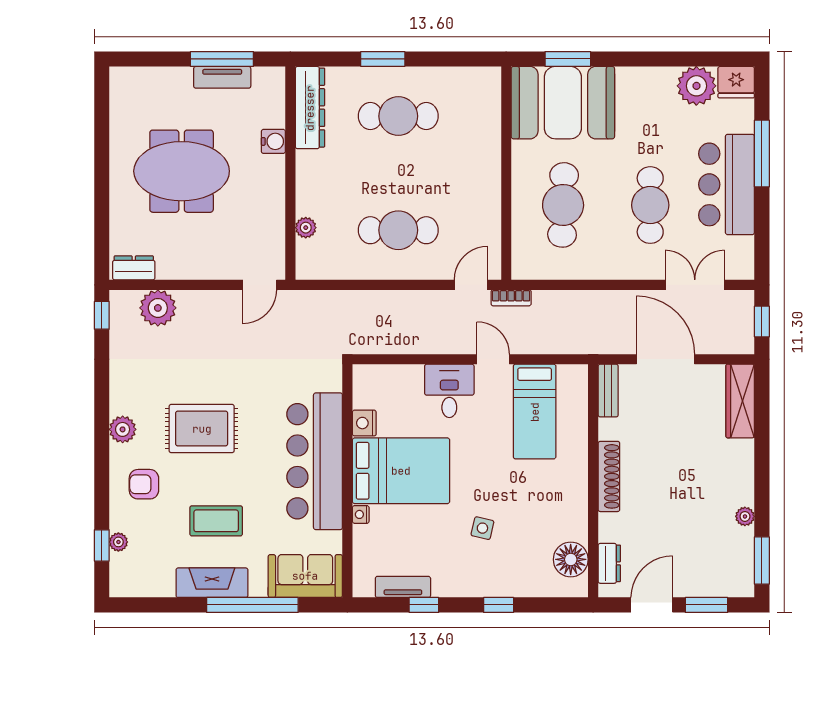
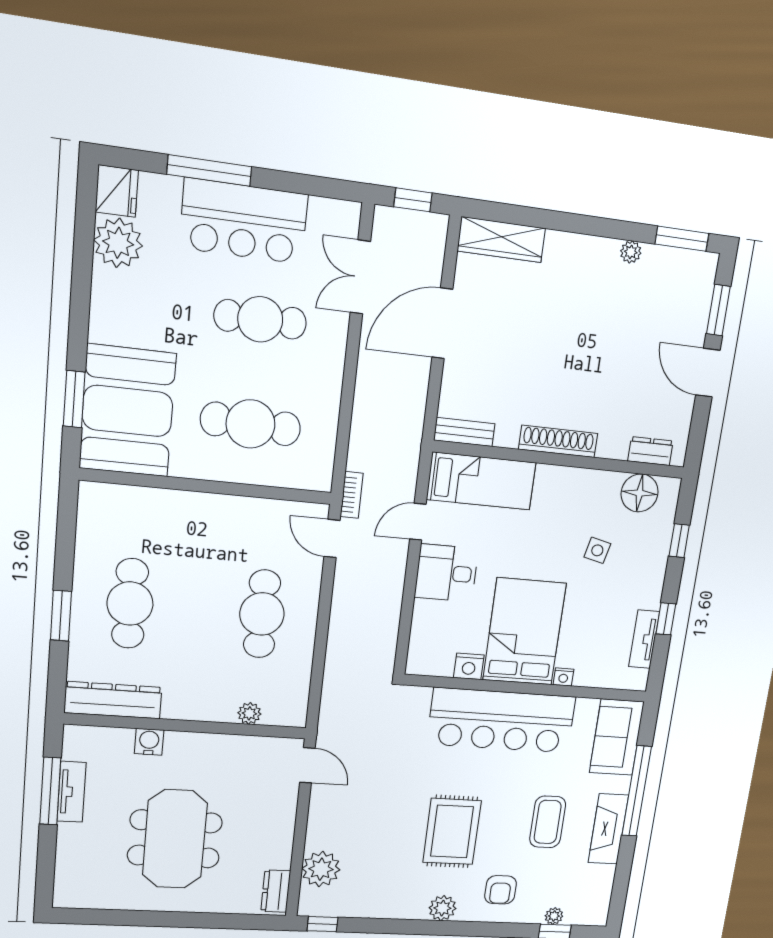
bench: (608, 391) -> (464, 432), moved
shoe rack: (609, 476) -> (558, 441), moved
wall: (593, 481) -> (560, 460), moved
floor lamp: (571, 559) -> (640, 493), moved
dresser: (609, 563) -> (650, 451), moved

